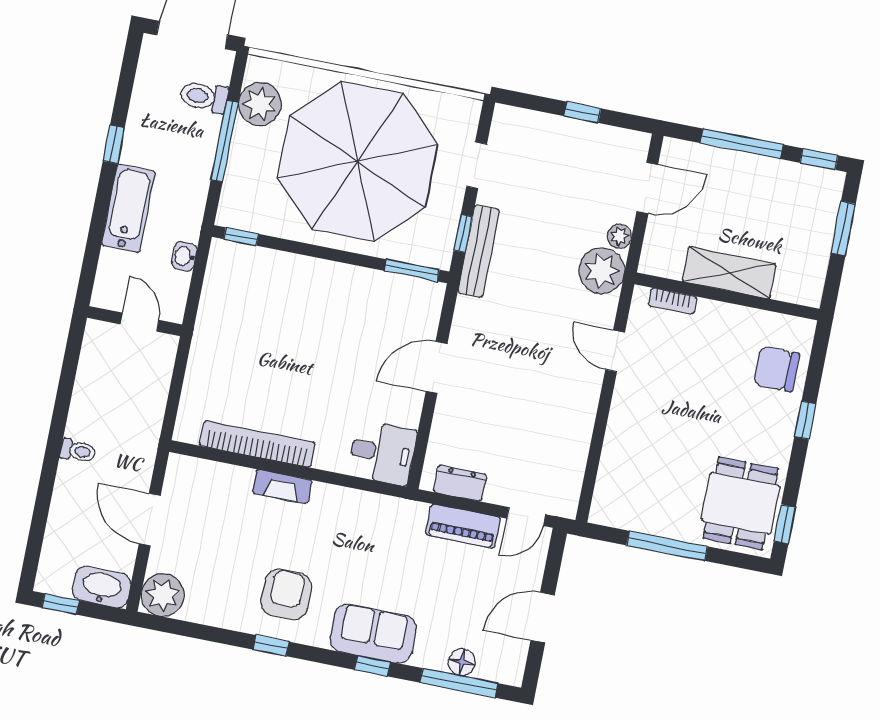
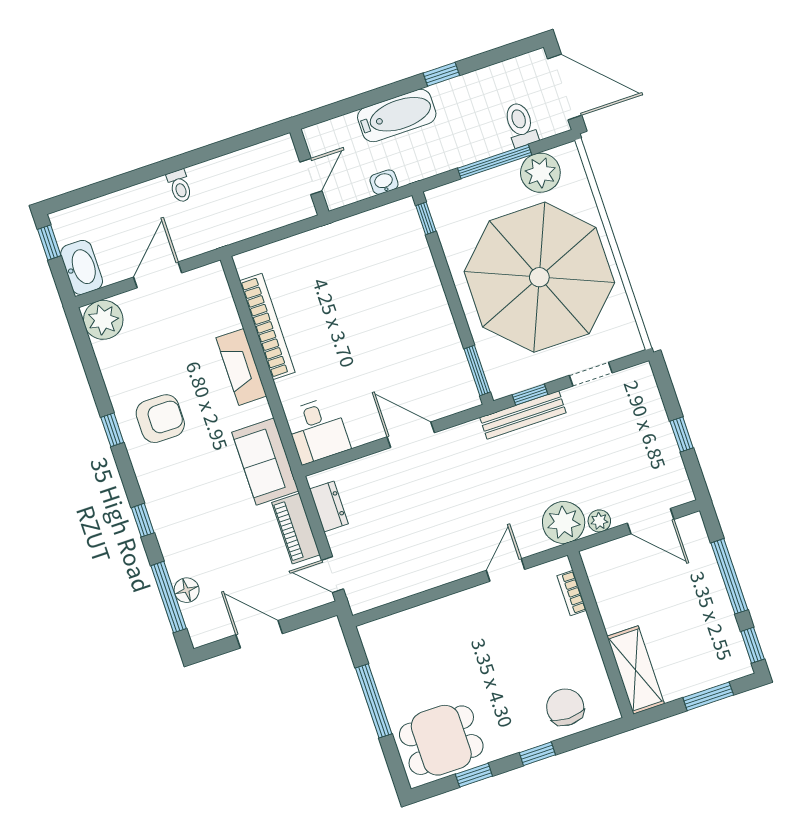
shelving: (729, 273) -> (636, 670), moved
fireplace: (282, 487) -> (241, 367), width x1.37, depth x1.32
window: (785, 524) -> (474, 775), moved
sofa: (373, 634) -> (265, 462), moved, turned 180

